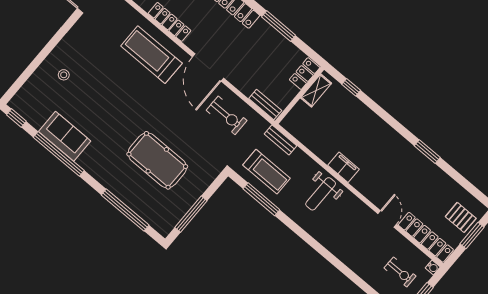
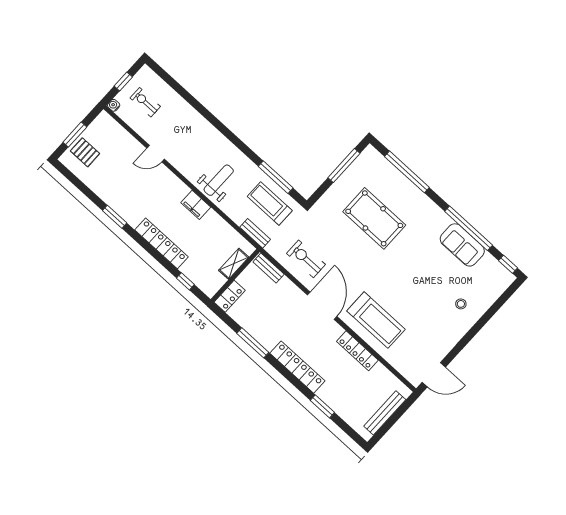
shelving: (316, 90) -> (234, 264), moved
door: (387, 219) -> (156, 154), hinge flipped
locker: (426, 237) -> (162, 243), moved, turned 180

